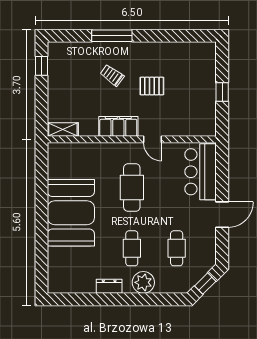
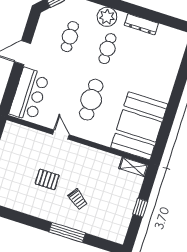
window: (41, 66) -> (140, 208), moved
filing cabinet: (118, 126) -> (86, 155), removed
booth: (71, 213) -> (139, 126), moved
dresser: (109, 286) -> (141, 24), width x1.44

